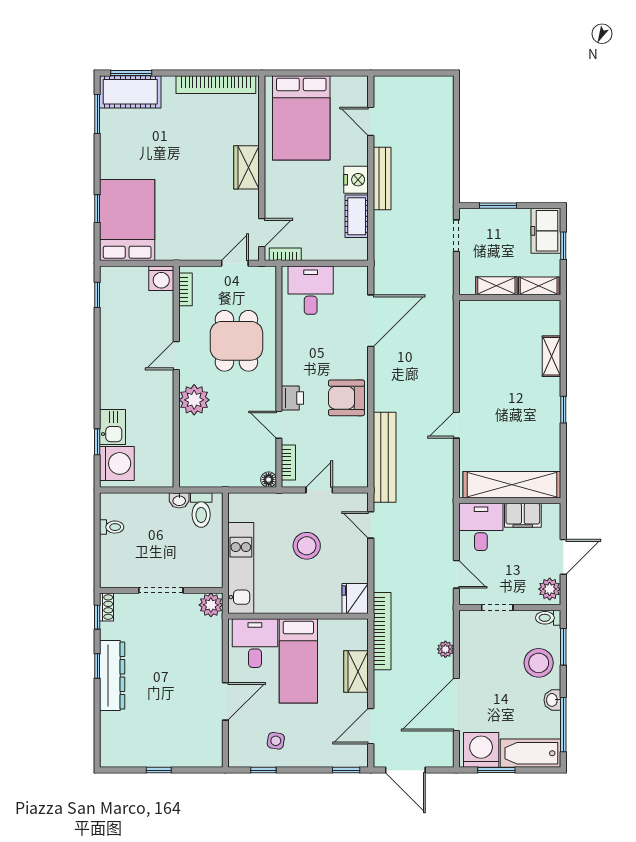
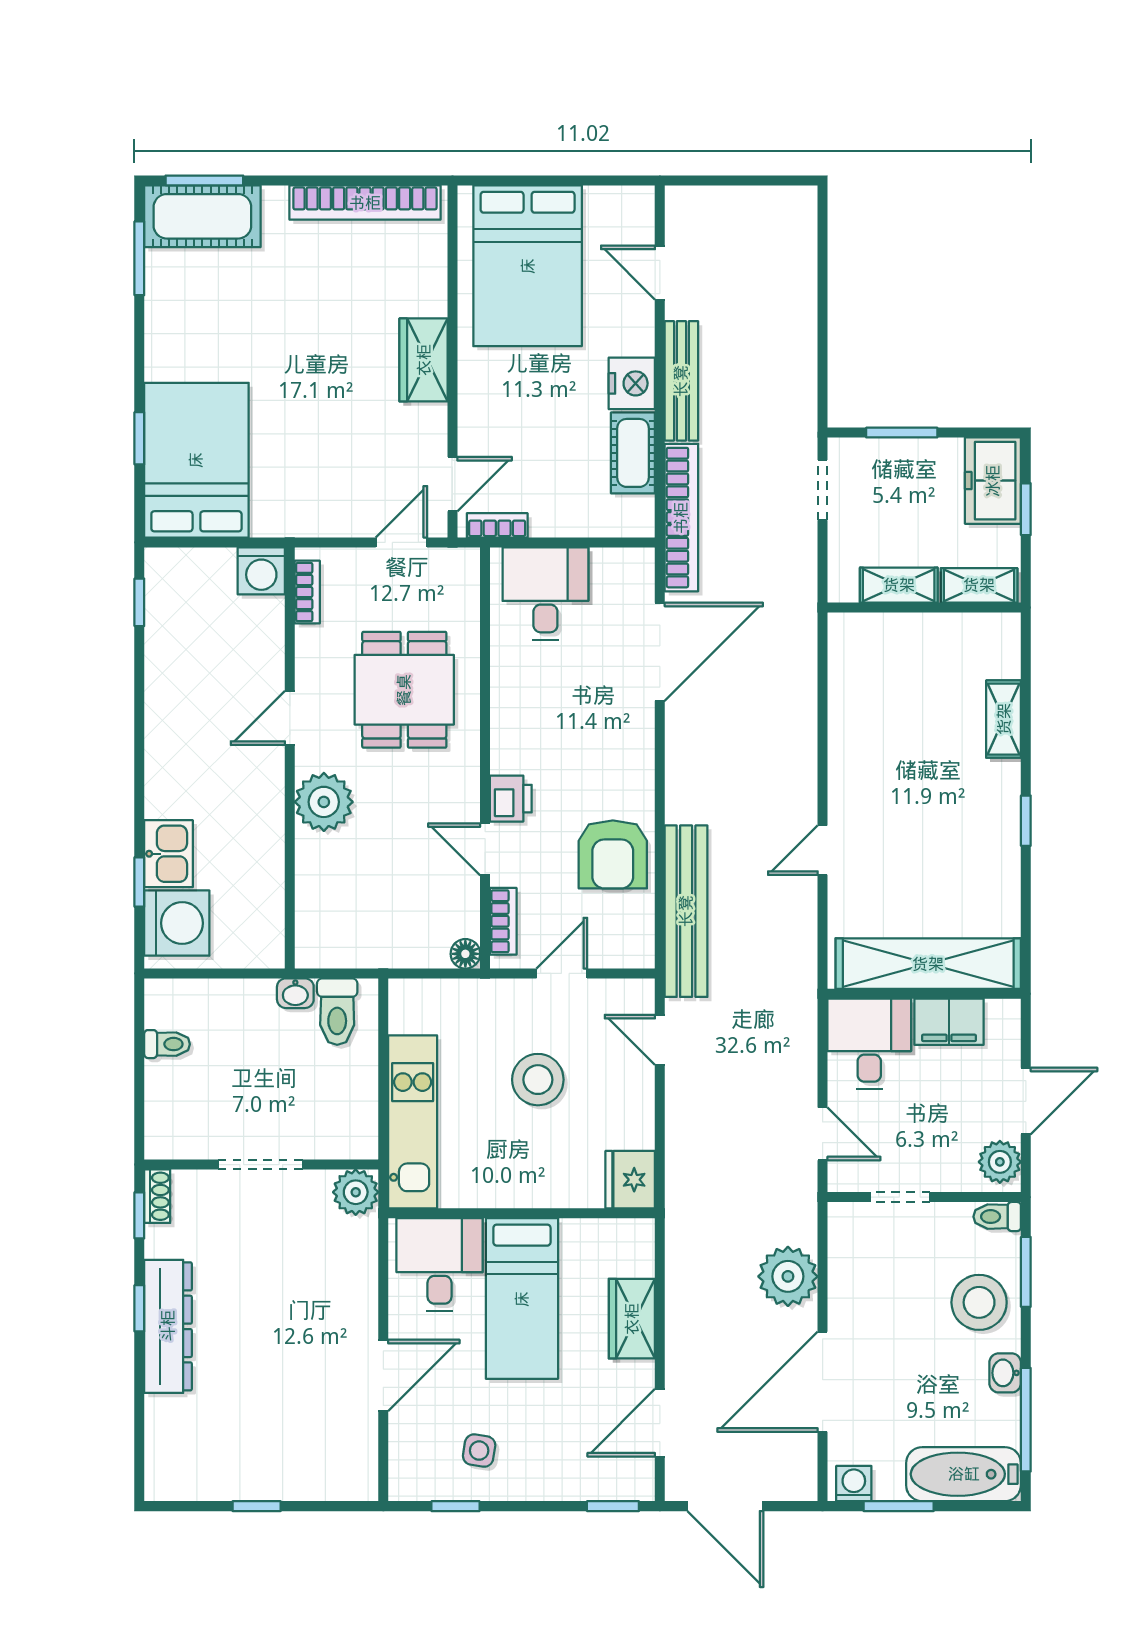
armchair: (346, 398) -> (613, 854), moved, turned -90
bookcase: (382, 631) -> (681, 518), moved
plant: (445, 649) -> (788, 1276), width x1.87, depth x1.87
washing machine: (481, 750) -> (854, 1484), width x0.53, depth x0.53

